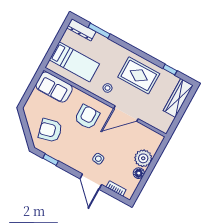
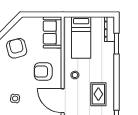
rug: (139, 75) -> (98, 94), width x0.73, depth x0.70
armchair: (87, 117) -> (43, 72), turned 180

